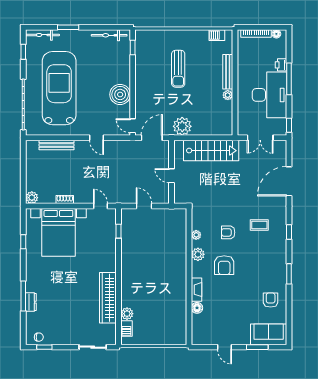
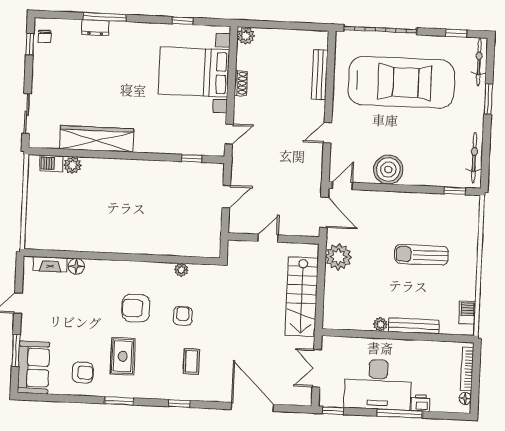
plant: (198, 254) -> (153, 271), removed
rug: (258, 273) -> (123, 356), added
fireplace: (196, 290) -> (50, 264), moved

